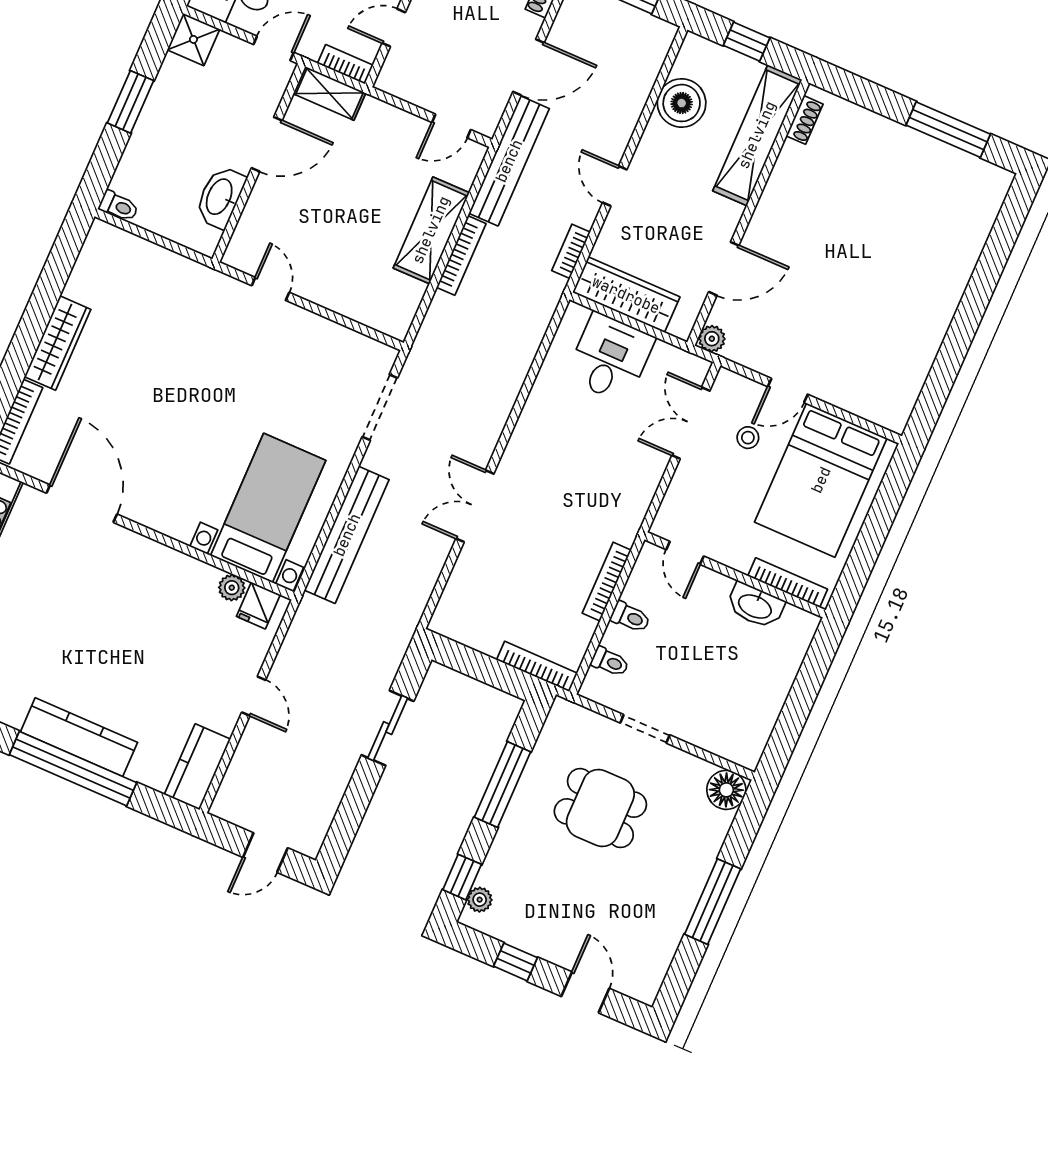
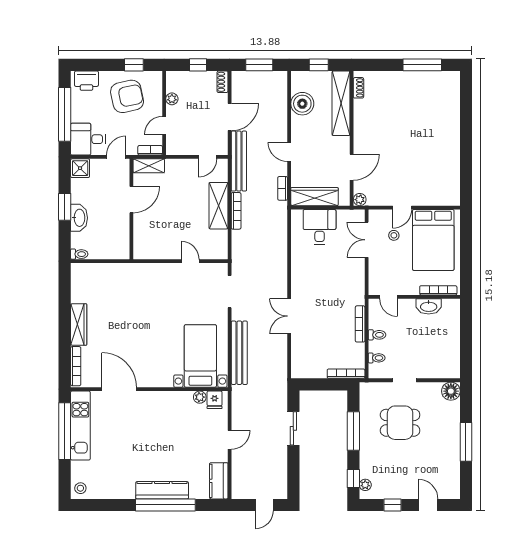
washbasin: (220, 197) -> (79, 218), moved, turned 180
door: (270, 289) -> (190, 261), moved
door: (254, 696) -> (230, 440), hinge flipped

